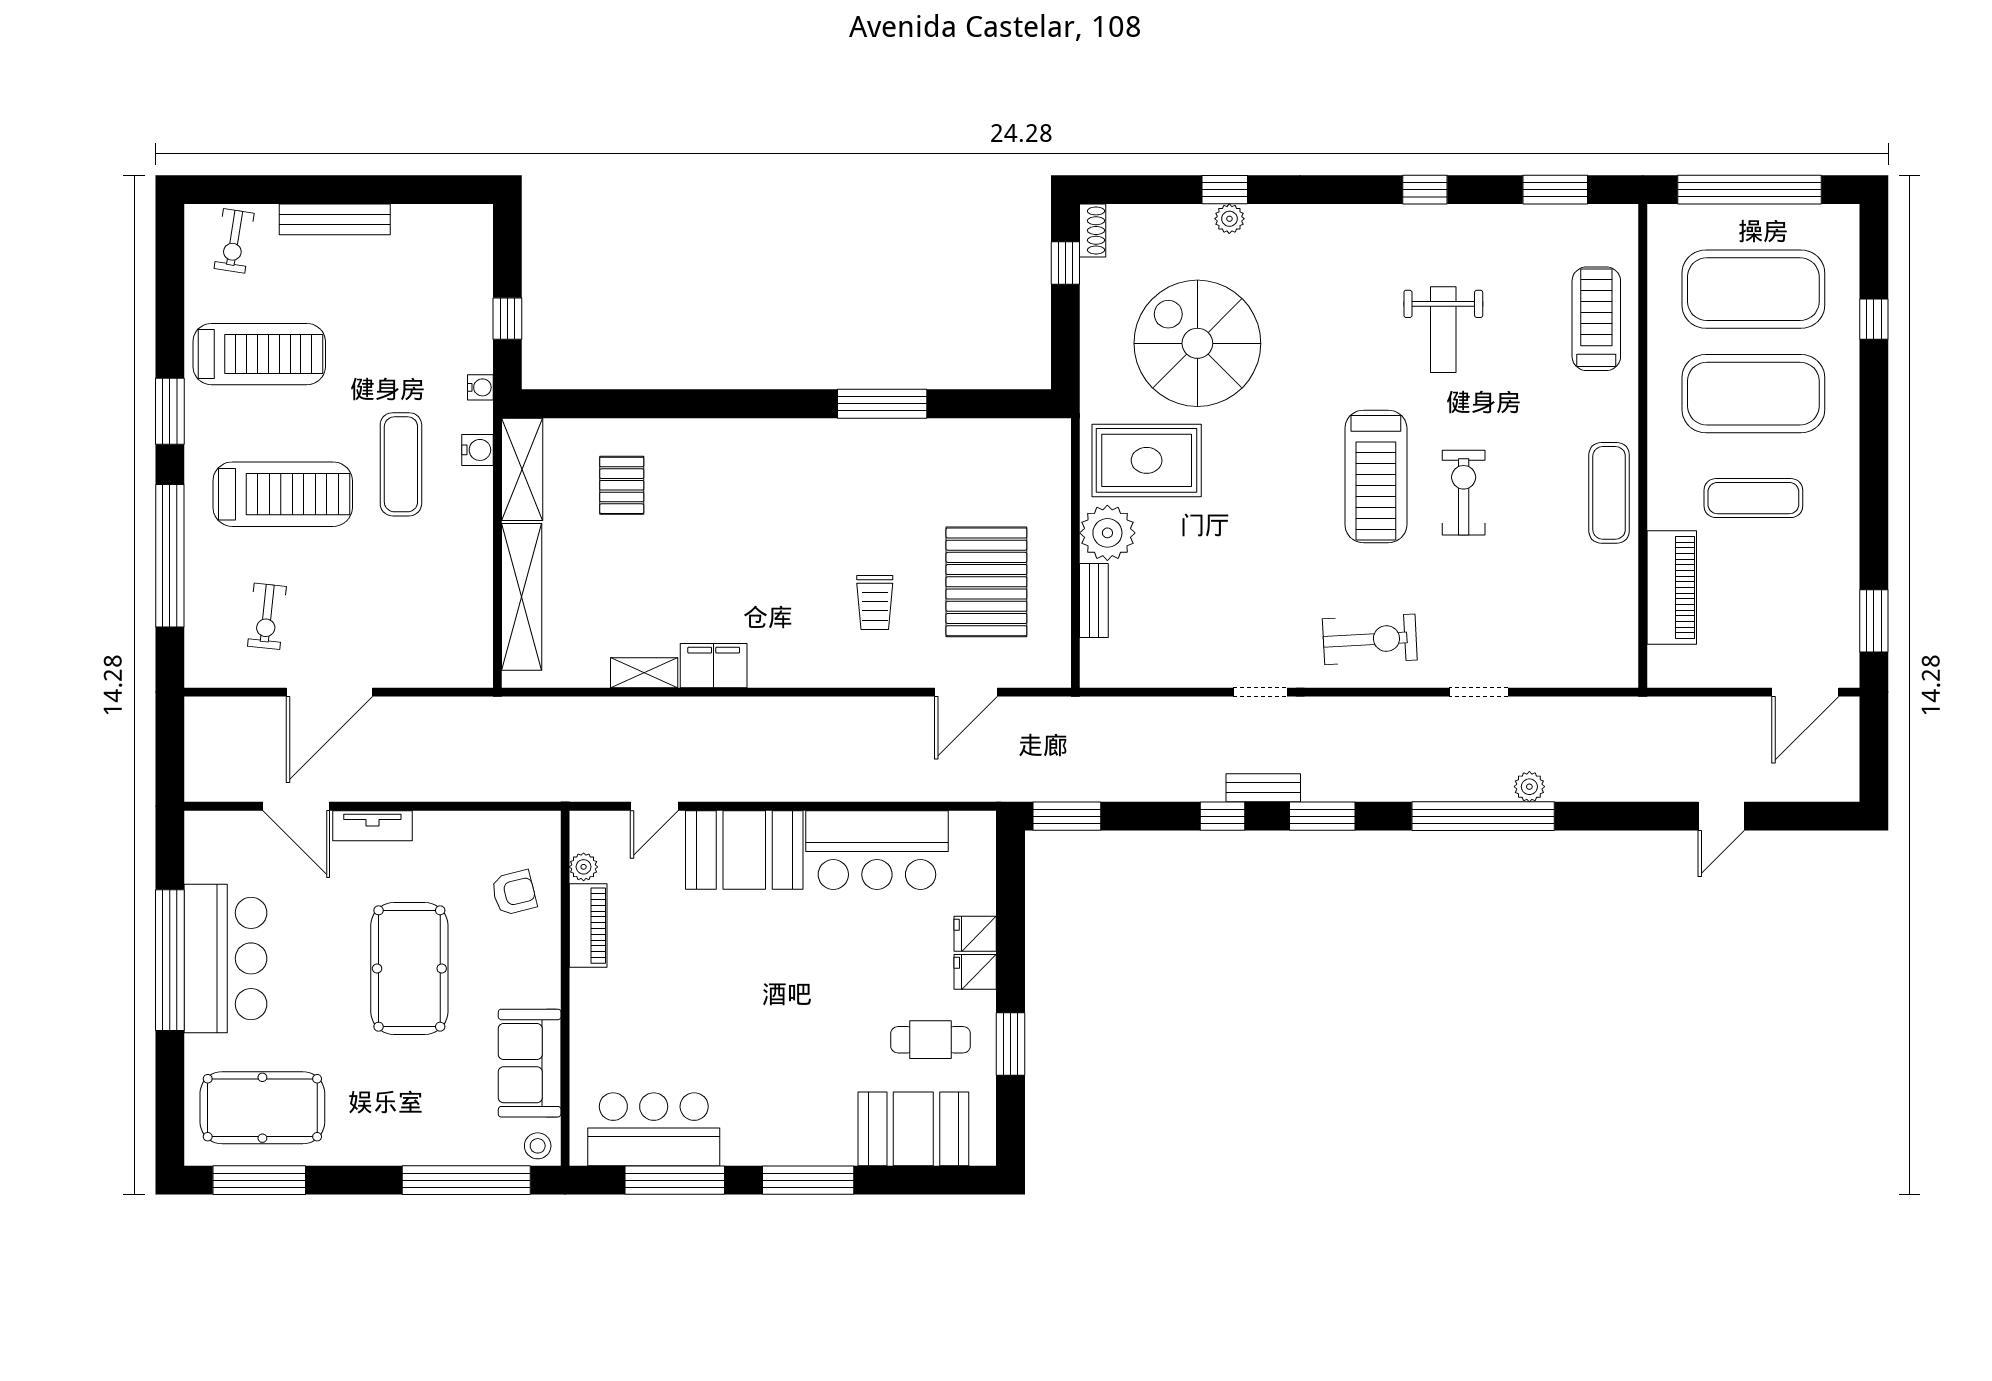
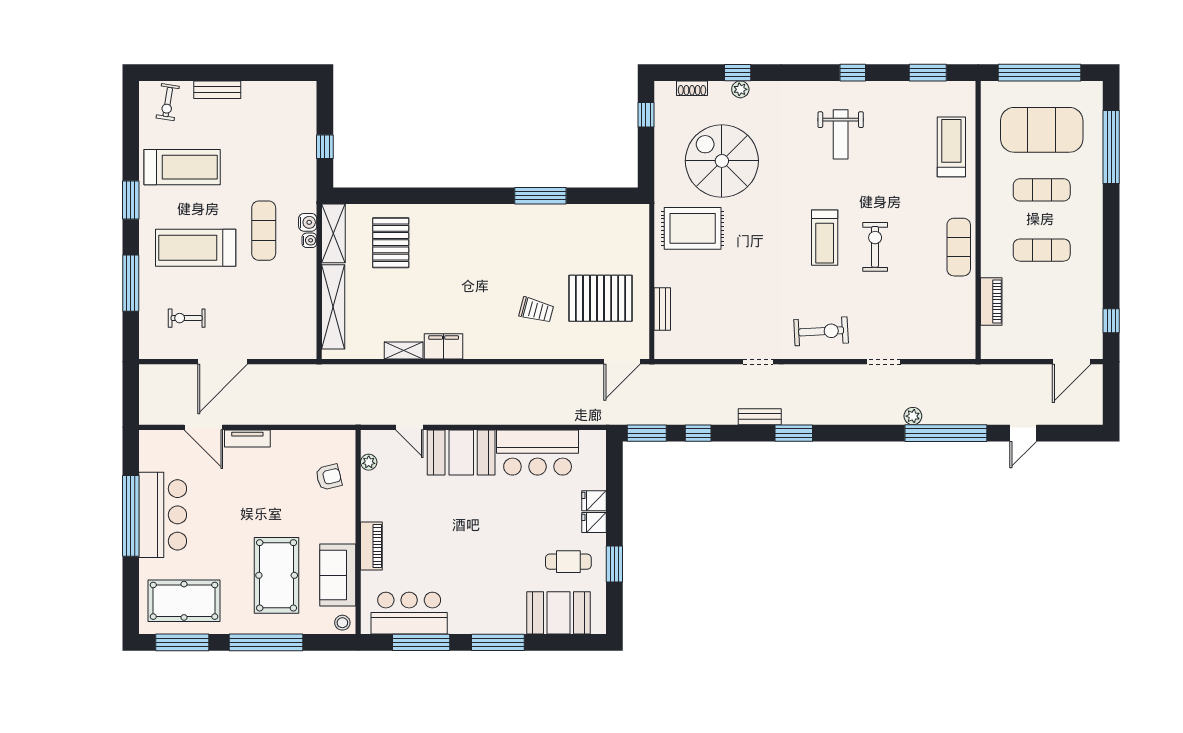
bench: (335, 219) -> (217, 90), width x0.73
shoe rack: (1093, 230) -> (692, 88), moved, turned 90
window: (1874, 319) -> (1111, 147), width x3.17
weight bench: (1443, 330) -> (841, 134), moved
water cooler: (480, 387) -> (309, 240), moved
exercise mat: (1753, 394) -> (1042, 190), width x0.50, depth x0.69
treadmill: (1376, 476) -> (825, 238), width x0.73, depth x0.73
pallet: (622, 485) -> (391, 243), width x1.50, depth x1.42
treadmill: (283, 494) -> (196, 248), turned 180
plant: (1107, 533) -> (670, 270), removed
window: (170, 556) -> (131, 283), width x0.68
pallet: (986, 582) -> (601, 298), turned 90
piano: (1672, 588) -> (991, 301), width x0.73, depth x0.75
trolley: (875, 603) -> (536, 310), turned -75
exercise bike: (267, 616) -> (187, 318), turned 84
window: (1874, 621) -> (1111, 321), width x0.67
door: (966, 692) -> (622, 362), moved
door: (654, 806) -> (409, 427), hinge flipped
window: (1222, 816) -> (698, 433), moved
window: (1483, 816) -> (946, 433), moved
piano: (588, 926) -> (371, 546), moved
pool table: (409, 969) -> (277, 575), moved
window: (466, 1180) -> (266, 642), moved

